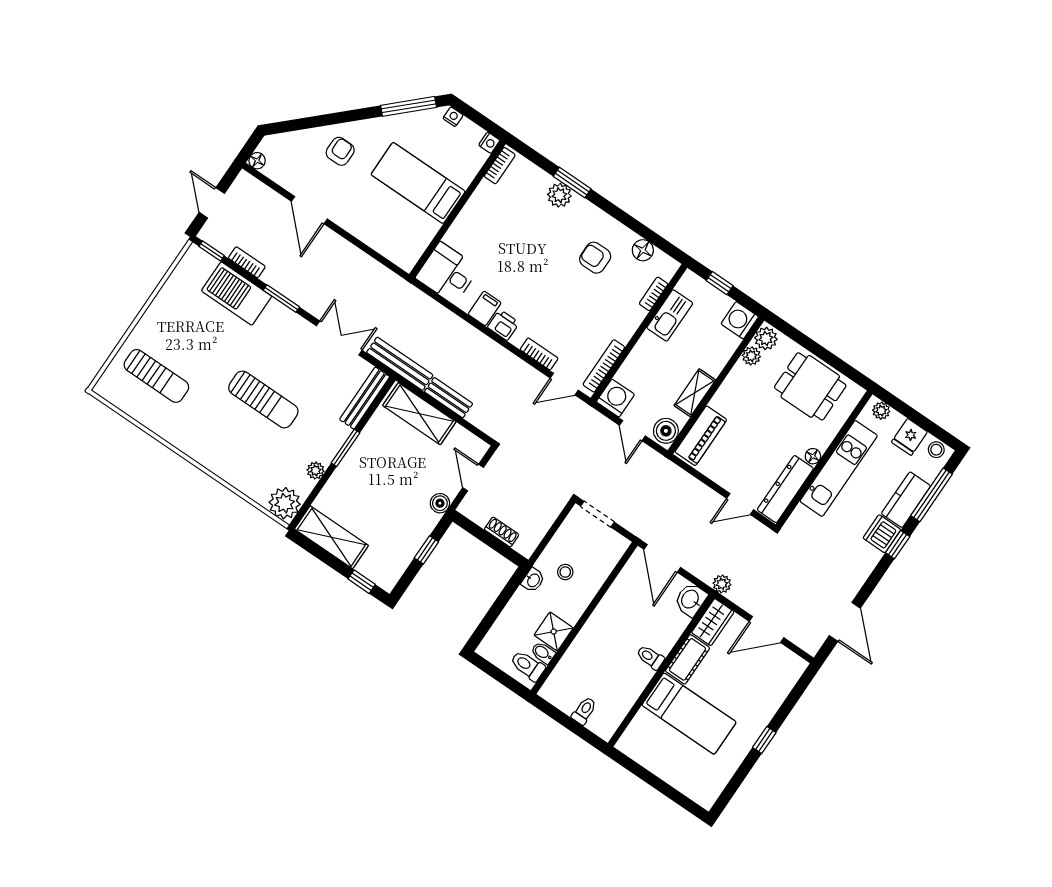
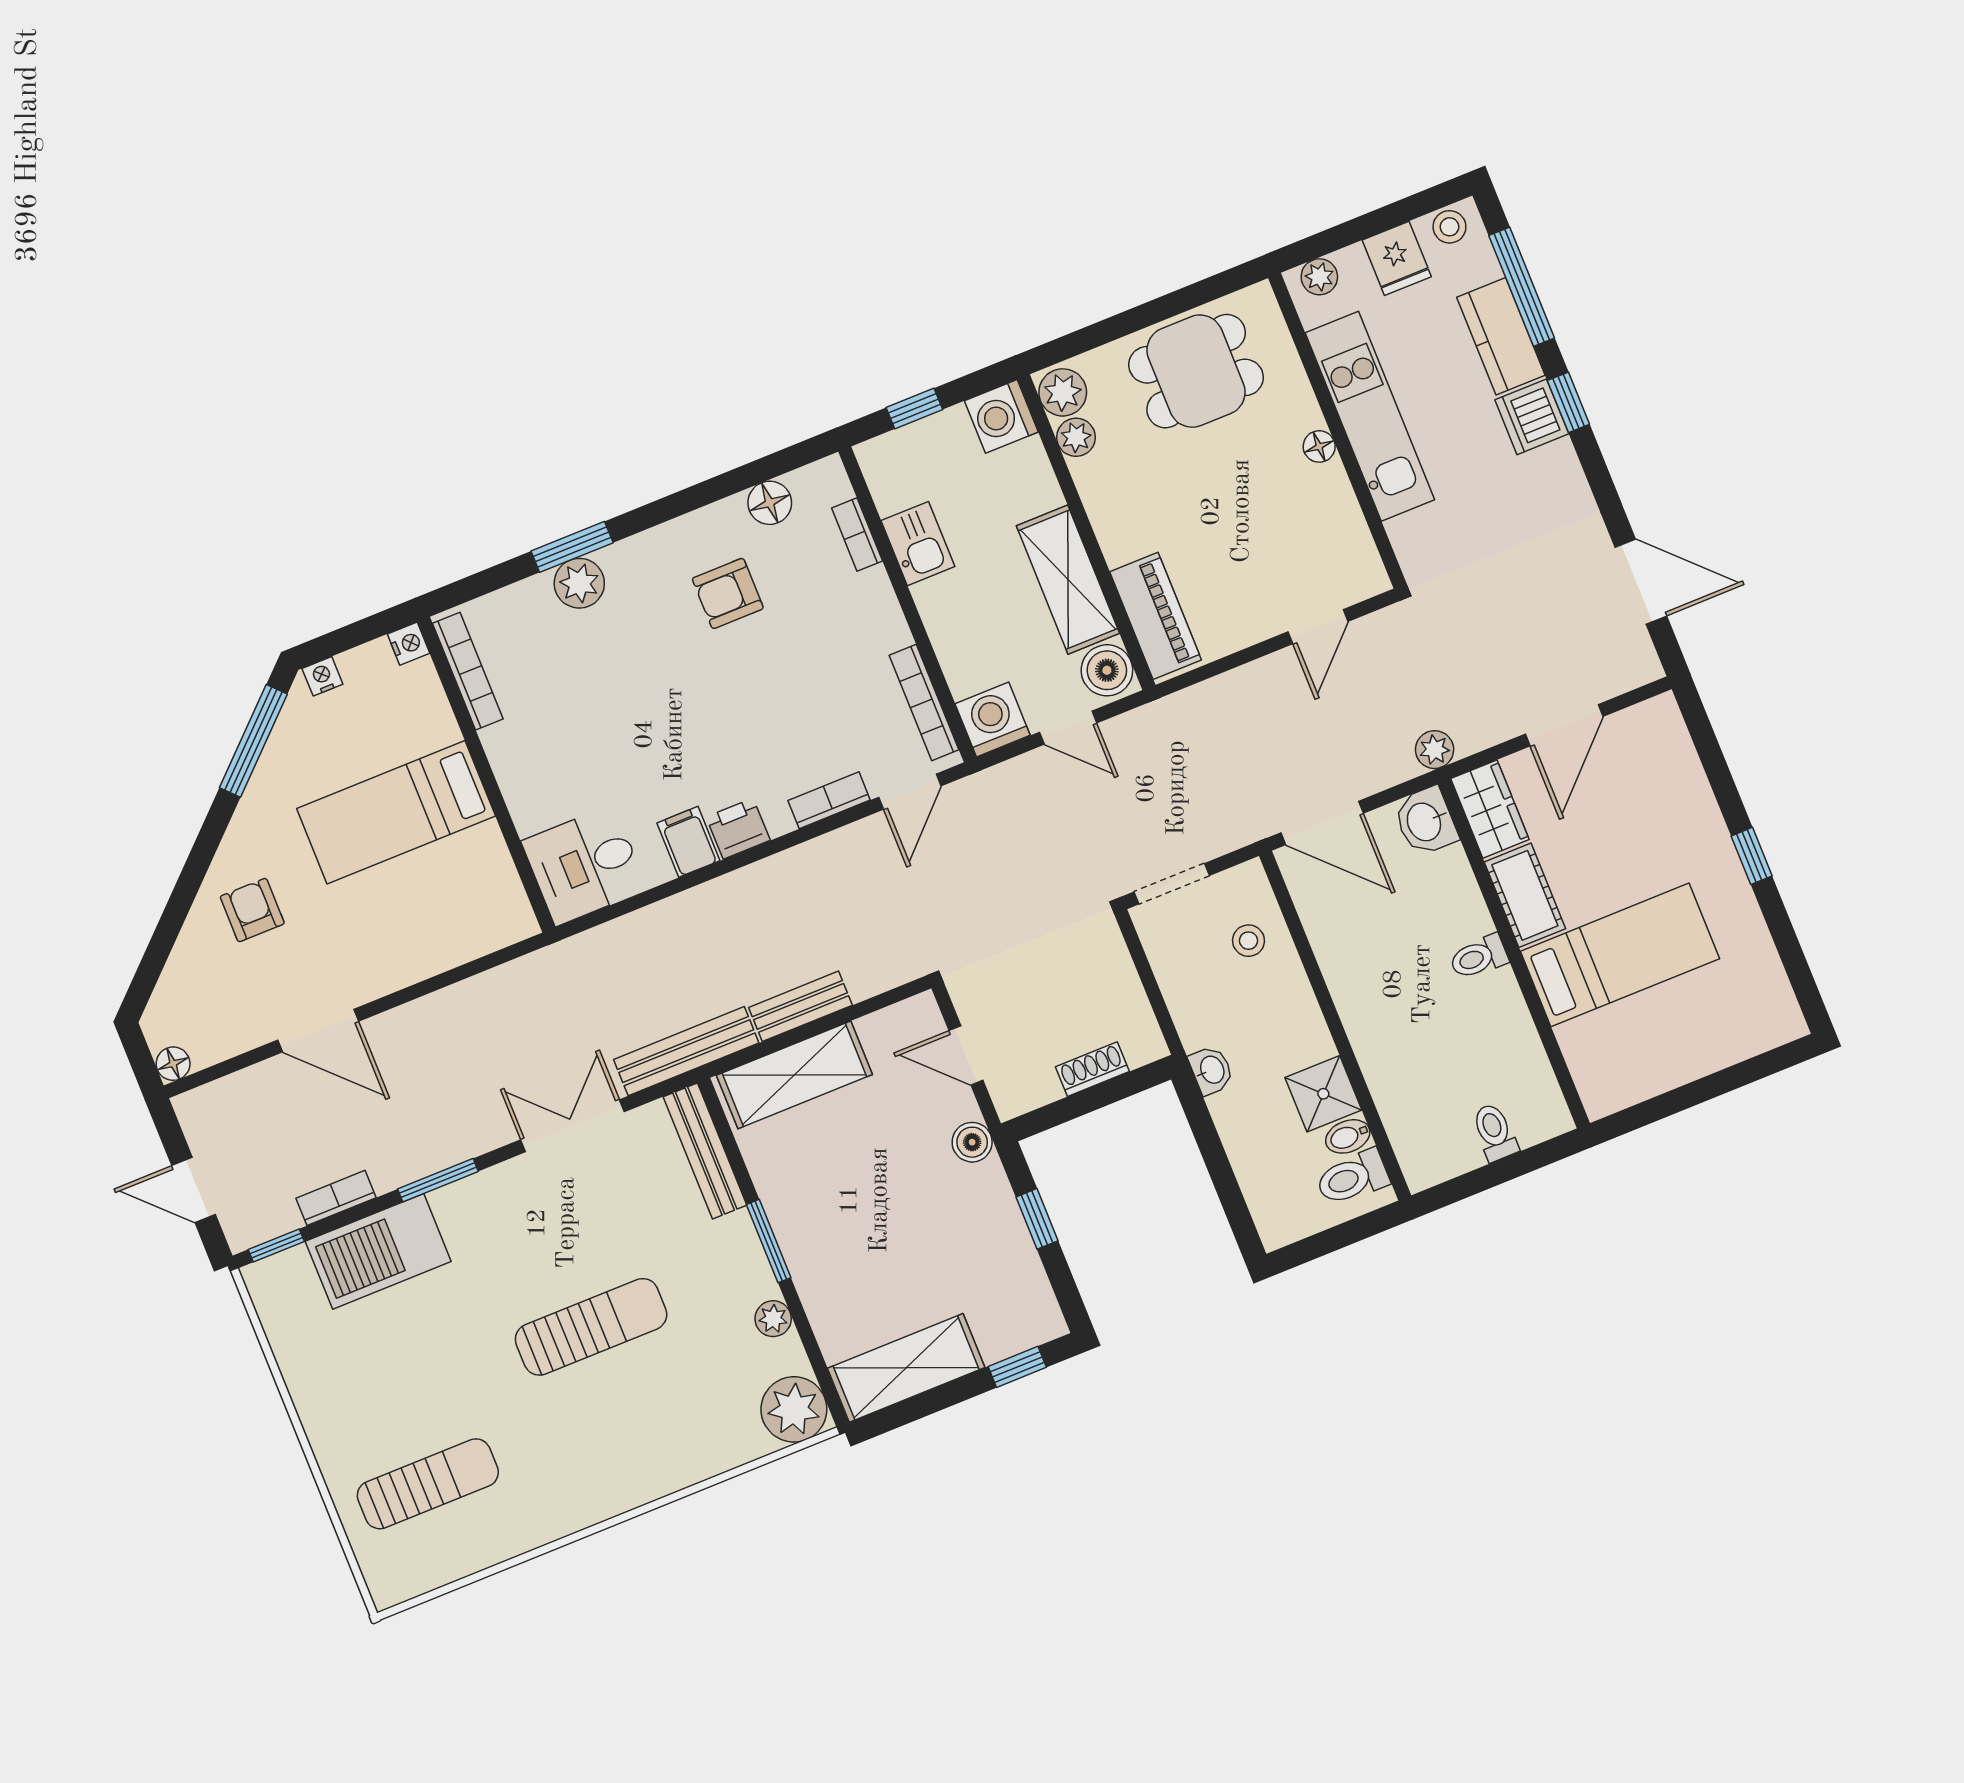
bookcase: (500, 166) -> (468, 671), width x1.56
kitchen sink: (670, 315) -> (918, 544), width x0.73
shelving: (695, 393) -> (1068, 580), width x1.50, depth x1.33
dresser: (785, 489) -> (1344, 532), removed
stool: (565, 572) -> (1249, 941), moved

